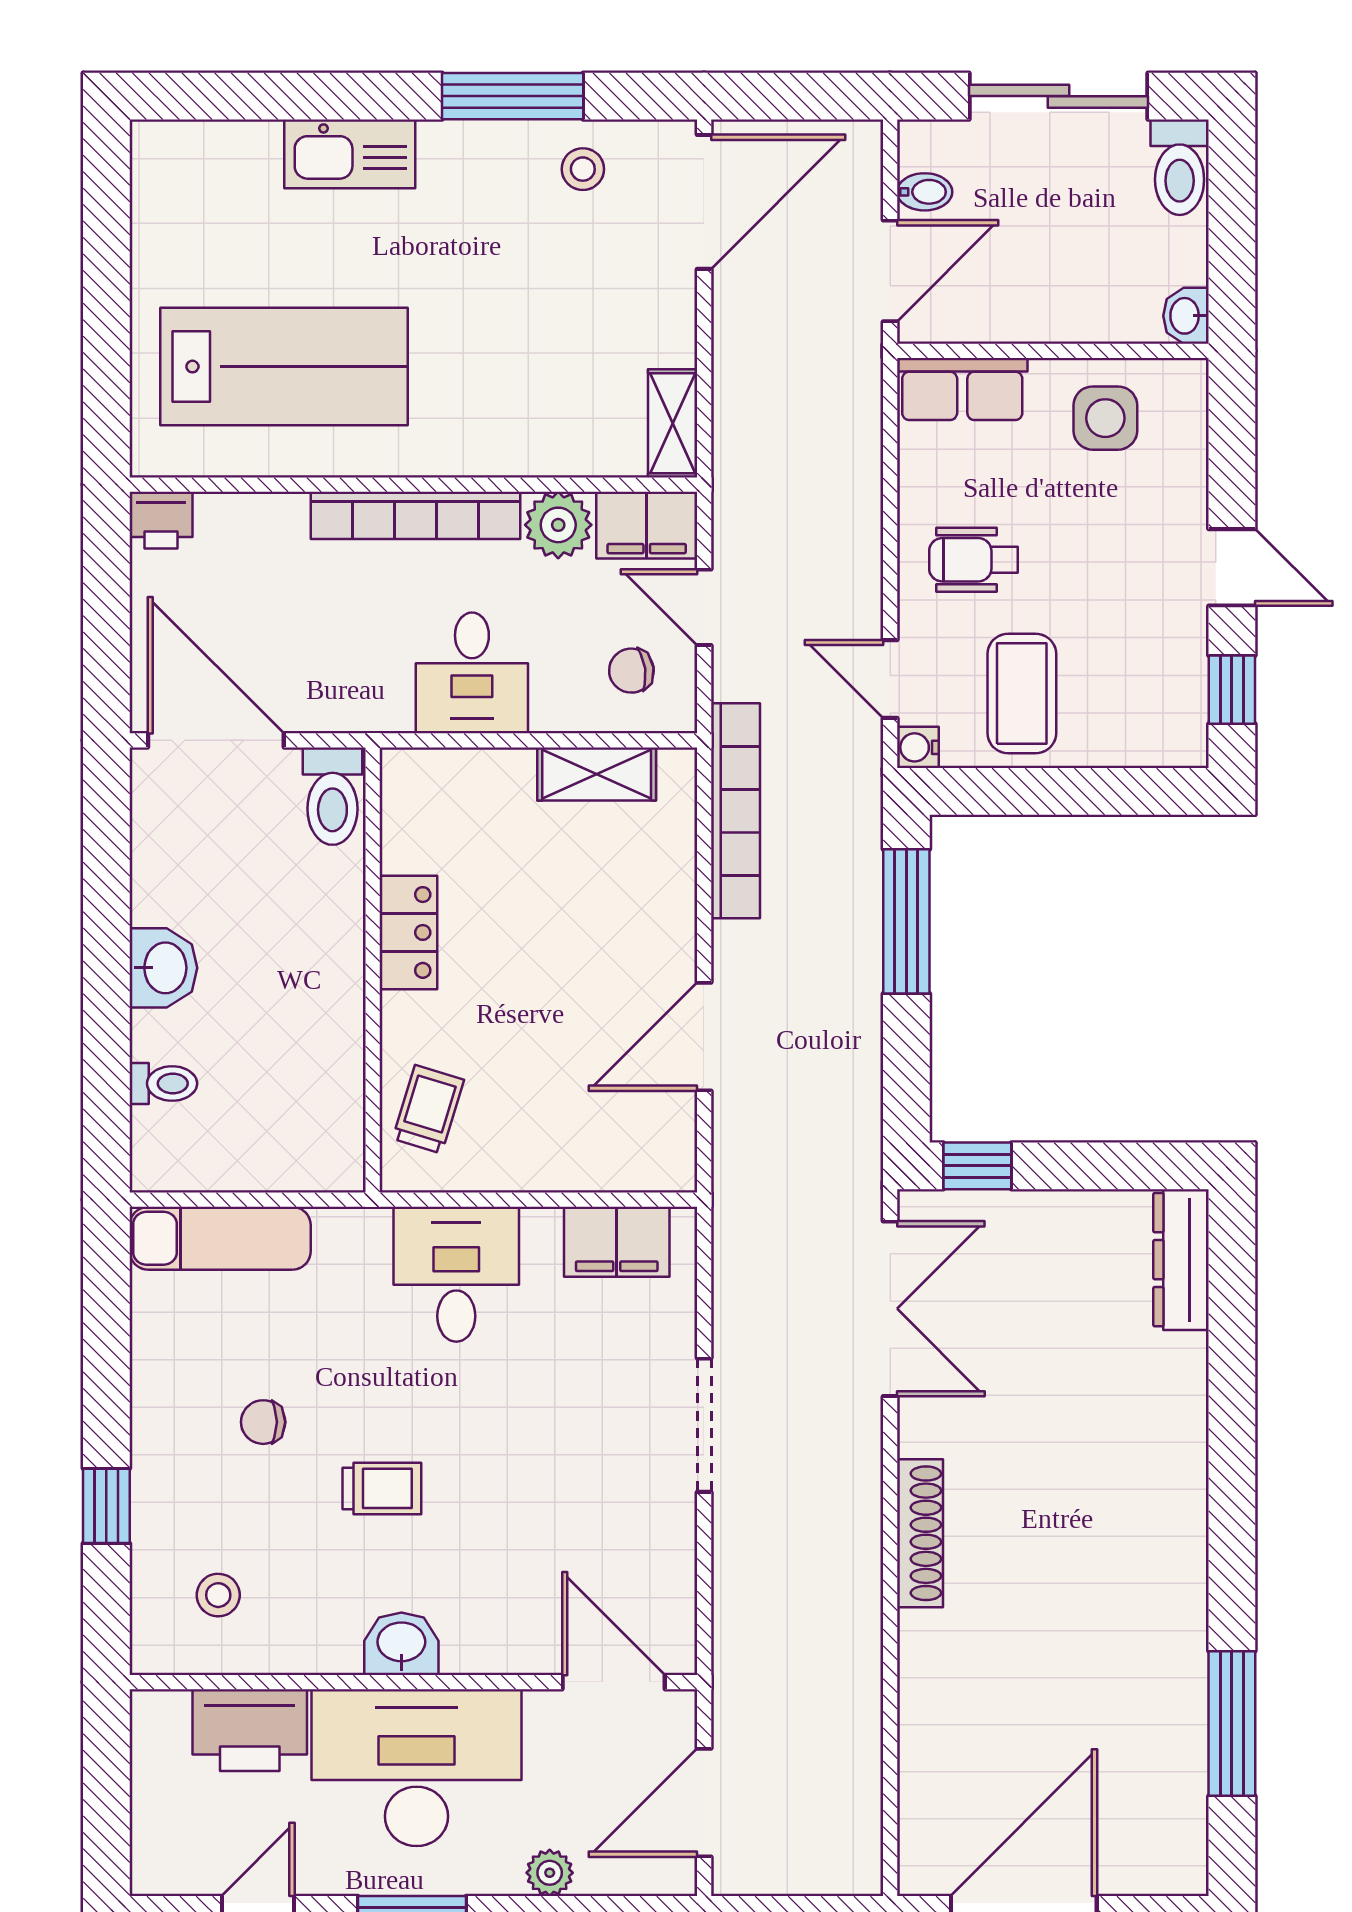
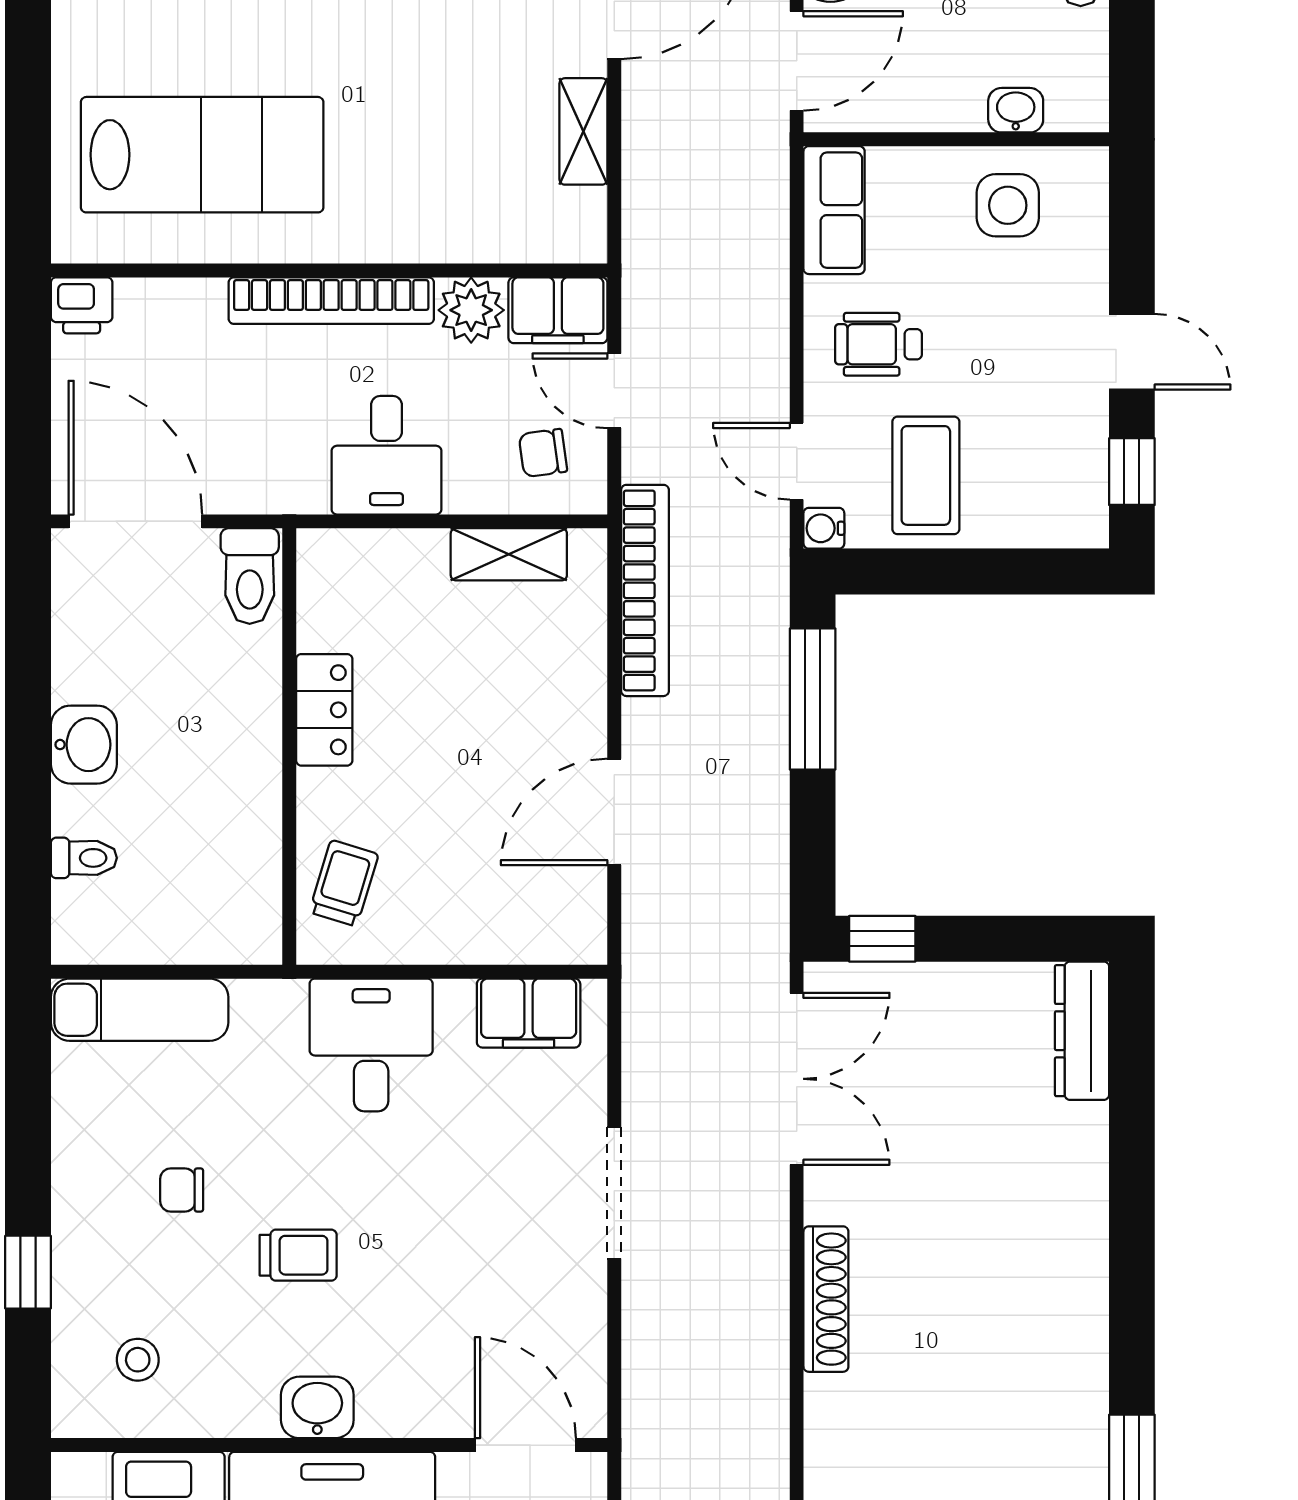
washbasin: (1186, 316) -> (1016, 110), moved, turned 90
row of seats: (962, 389) -> (834, 210), moved, turned -90
shelving: (673, 423) -> (583, 131), moved

